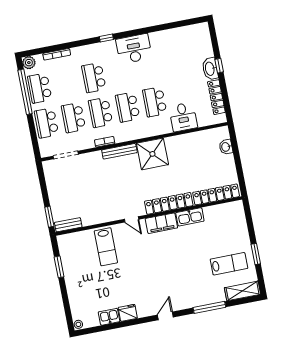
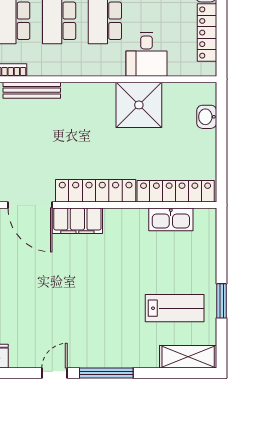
shower: (152, 154) -> (139, 105), moved
kitchen sink: (190, 217) -> (171, 219), moved
door: (132, 219) -> (30, 205), width x1.87
window: (209, 307) -> (106, 373), moved

